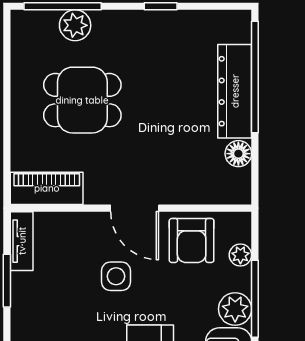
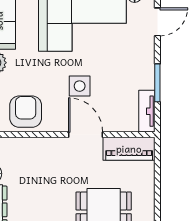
door: (135, 208) -> (86, 135), moved

